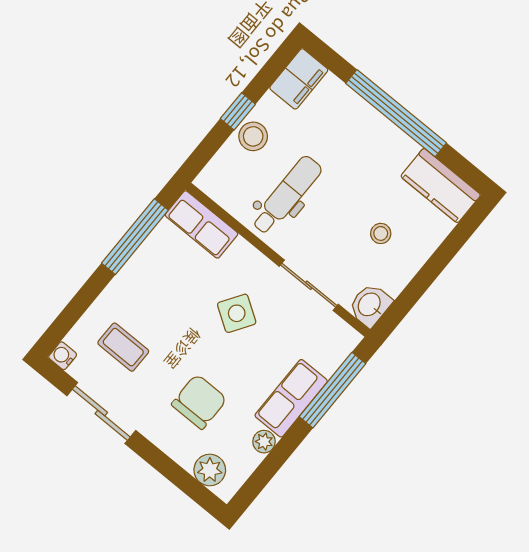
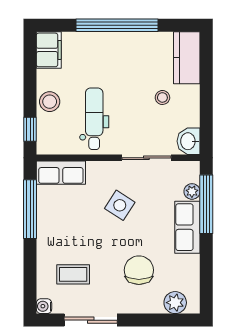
window: (238, 111) -> (30, 129), moved
kitchen counter: (441, 186) -> (187, 58), moved, turned 90
plant: (264, 442) -> (192, 191), moved

